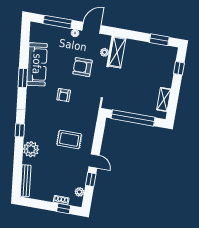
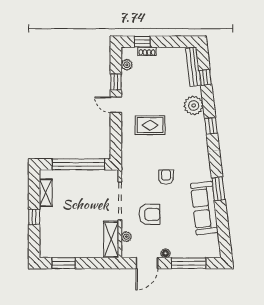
window: (179, 68) -> (34, 217), moved
window: (17, 170) -> (205, 77), added

